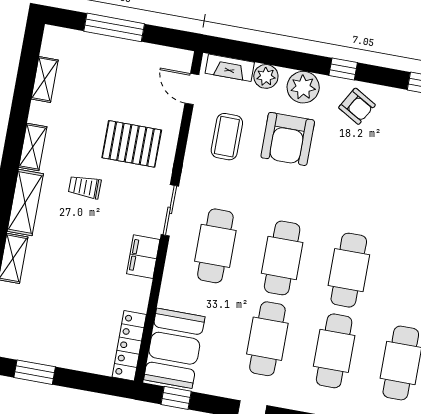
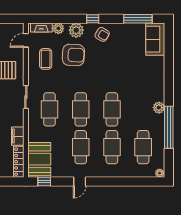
door: (192, 89) -> (26, 40), hinge flipped
armchair: (288, 139) -> (73, 55), turned -87
filing cabinet: (143, 257) -> (18, 136), moved

